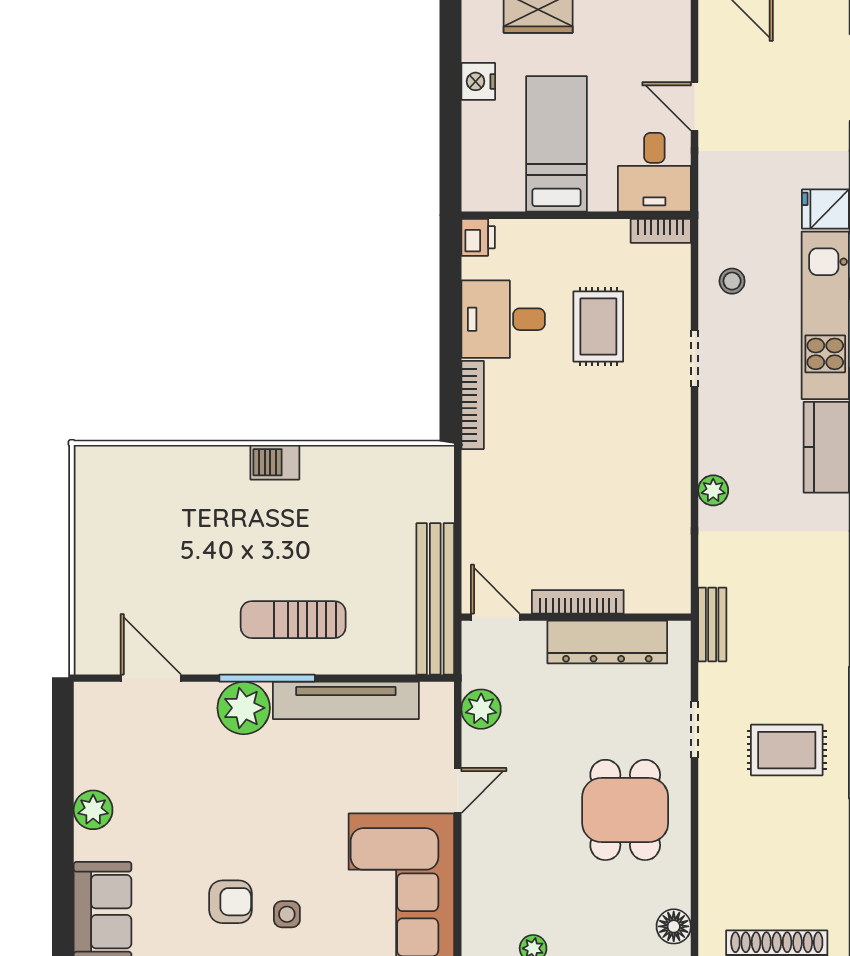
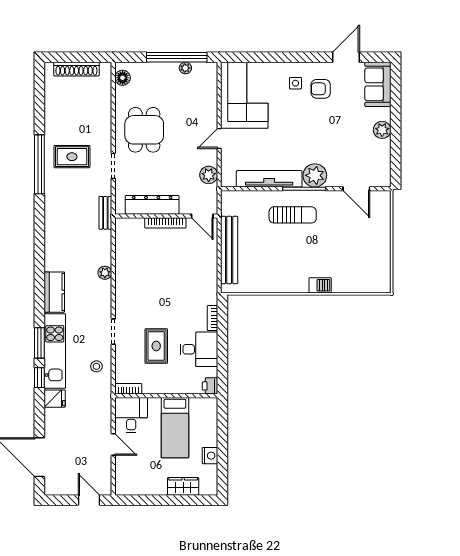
bookcase: (473, 405) -> (212, 318), width x0.64
barbecue: (275, 462) -> (320, 285), moved
bench: (435, 599) -> (229, 250), moved

